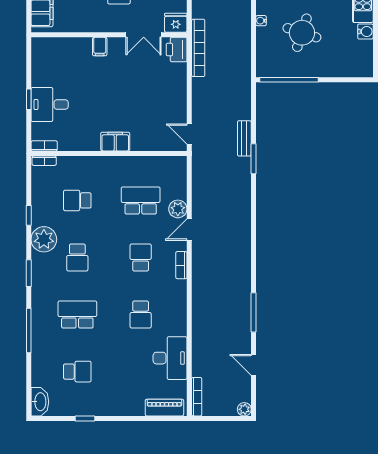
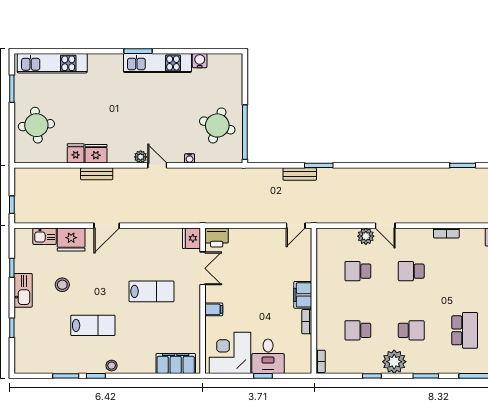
round table: (302, 33) -> (217, 125), moved
bookcase: (198, 48) -> (215, 217), removed
corner desk: (53, 64) -> (230, 353), added
bookcase: (44, 146) -> (307, 322), moved
school desk: (77, 200) -> (358, 330), turned 90
school desk: (141, 200) -> (358, 271), width x0.54
bookcase: (181, 265) -> (446, 233), moved
window: (253, 312) -> (463, 165), width x0.69
school desk: (77, 315) -> (465, 330), turned 180
school desk: (141, 315) -> (465, 271), removed

